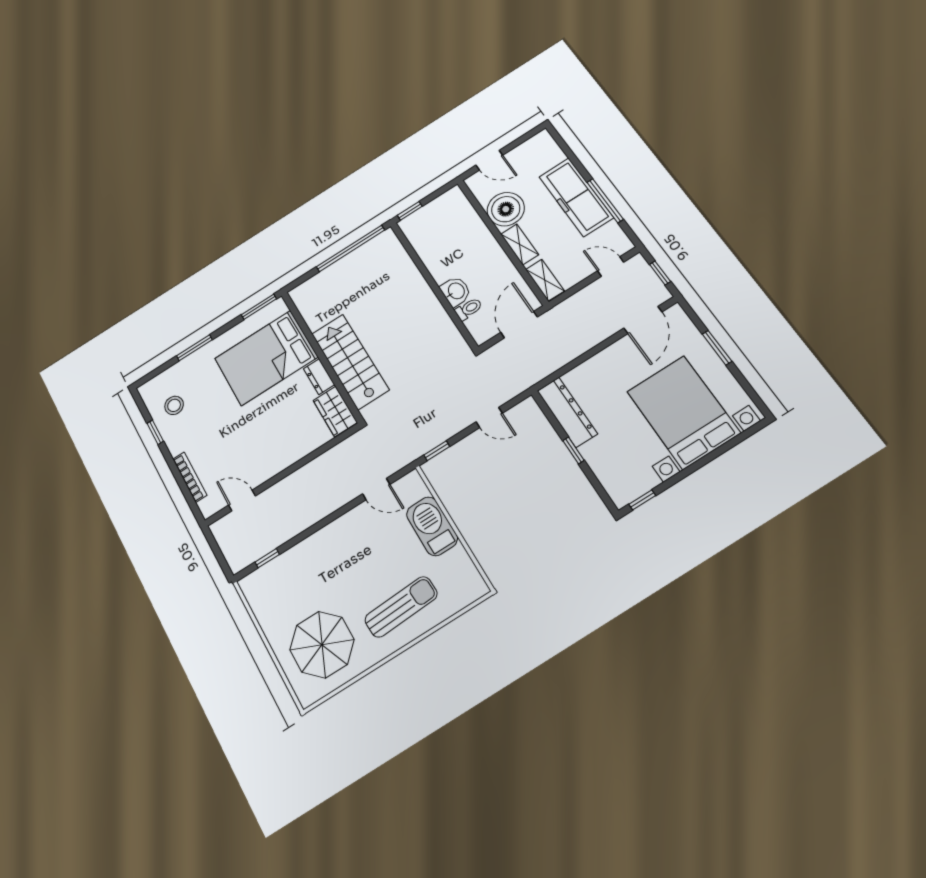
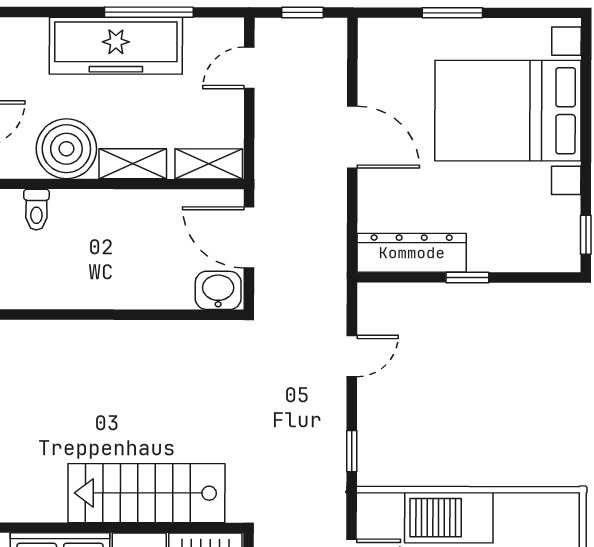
washbasin: (456, 291) -> (218, 290), moved
toilet: (469, 309) -> (36, 210), moved, turned 180
door: (643, 320) -> (352, 137), moved

